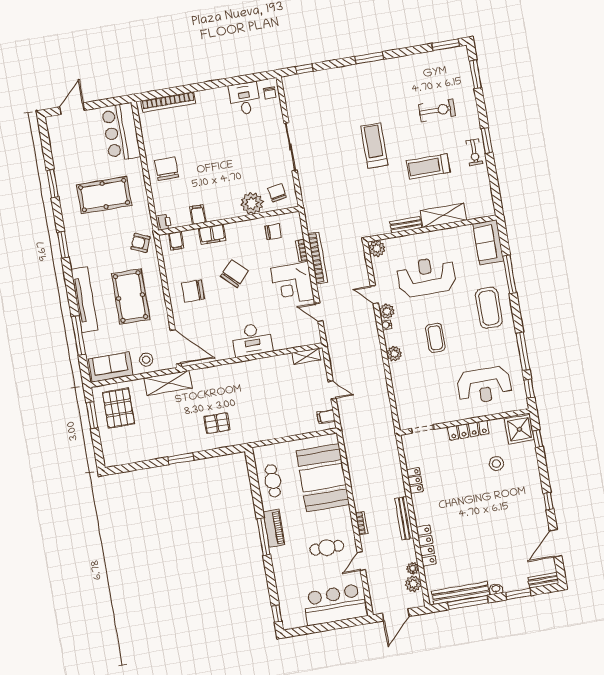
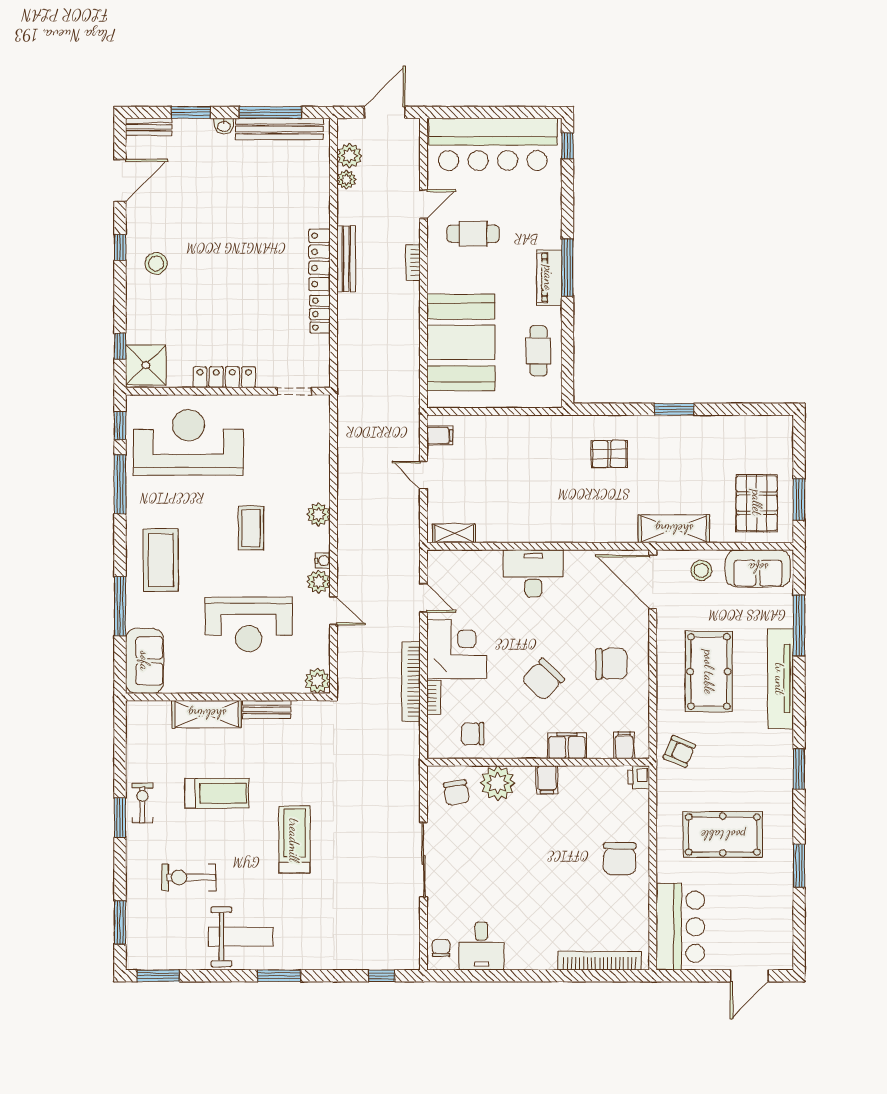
weight bench: (398, 78) -> (241, 937), added
treadmill: (374, 146) -> (294, 840), turned 180
filing cabinet: (198, 215) -> (547, 780), moved
reception desk: (484, 385) -> (188, 442), width x1.36, depth x1.30
stool: (496, 464) -> (156, 263), moved
locker: (426, 545) -> (320, 260), moved
bar counter: (335, 605) -> (493, 144), width x1.36

